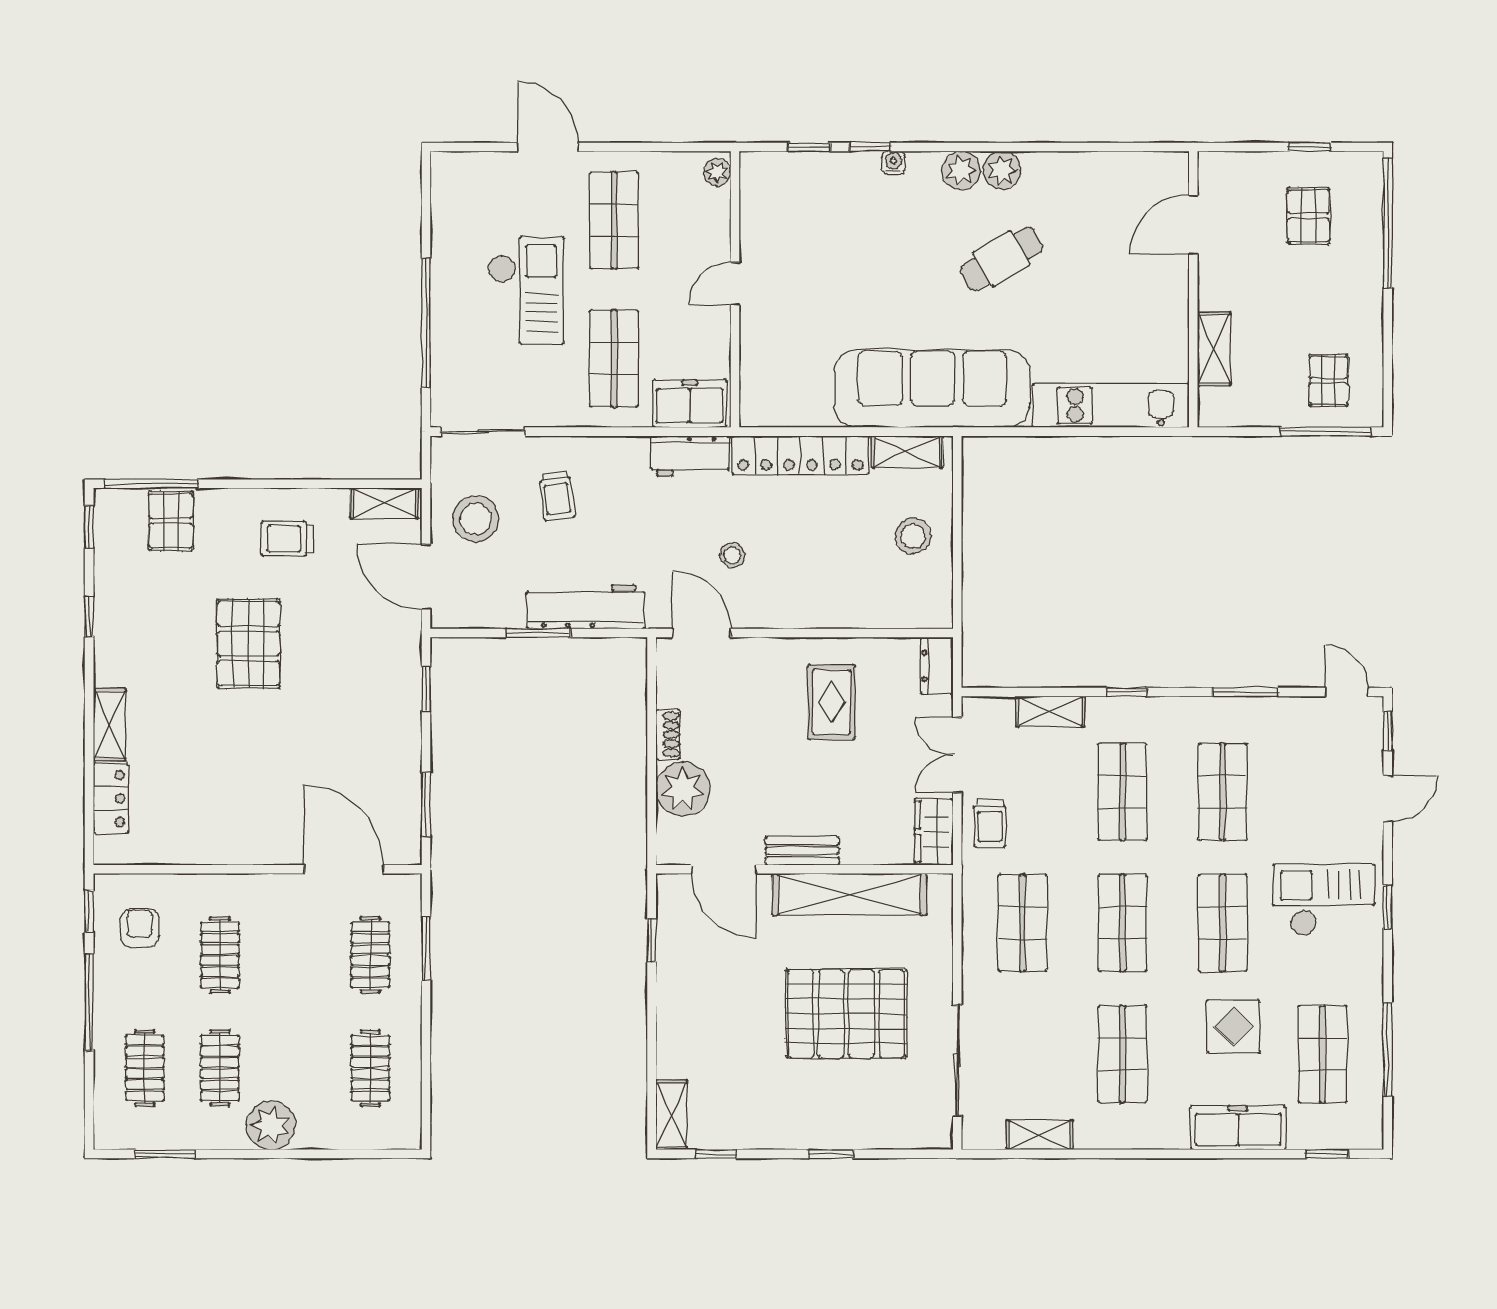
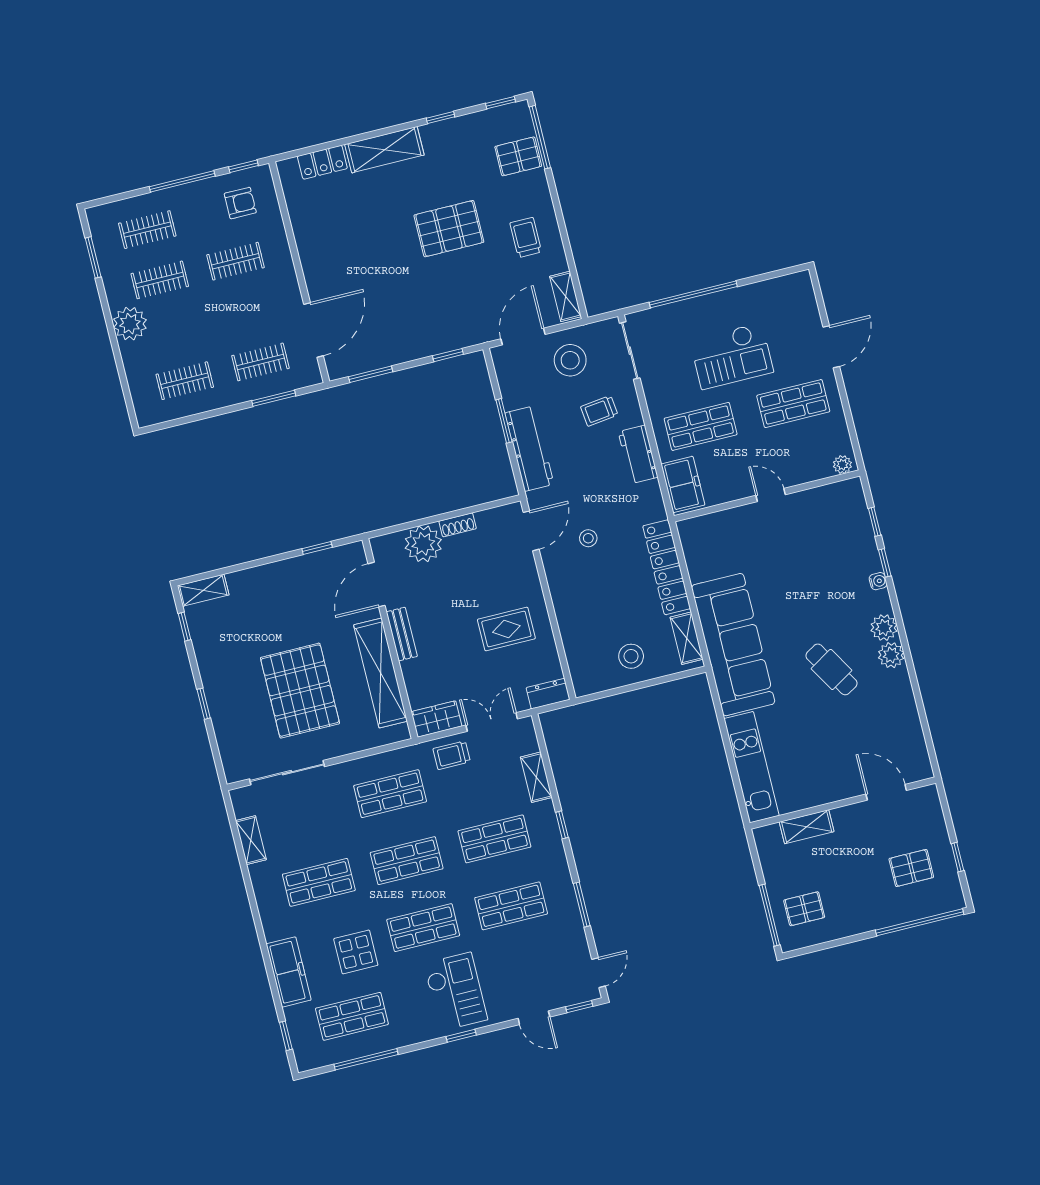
workbench: (690, 456) -> (638, 454), moved
shelving: (109, 725) -> (384, 150), width x1.50, depth x1.33

